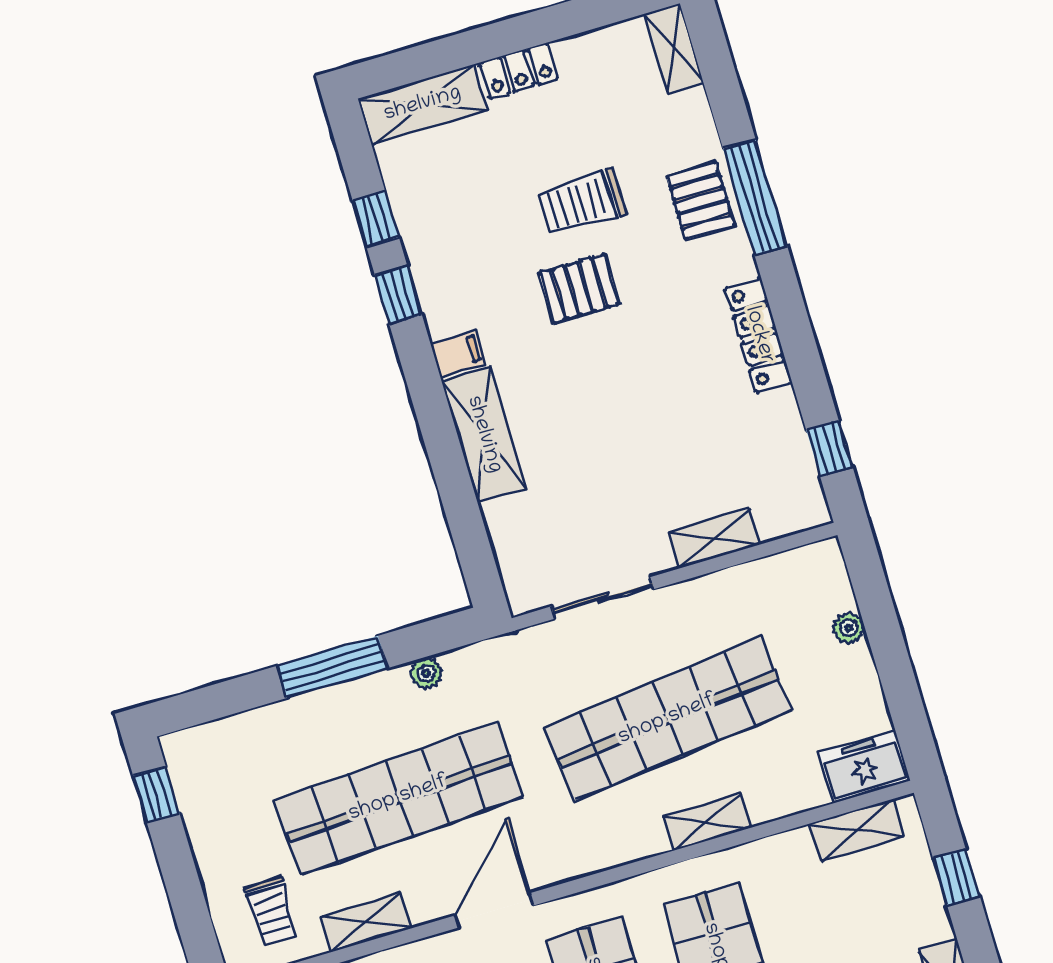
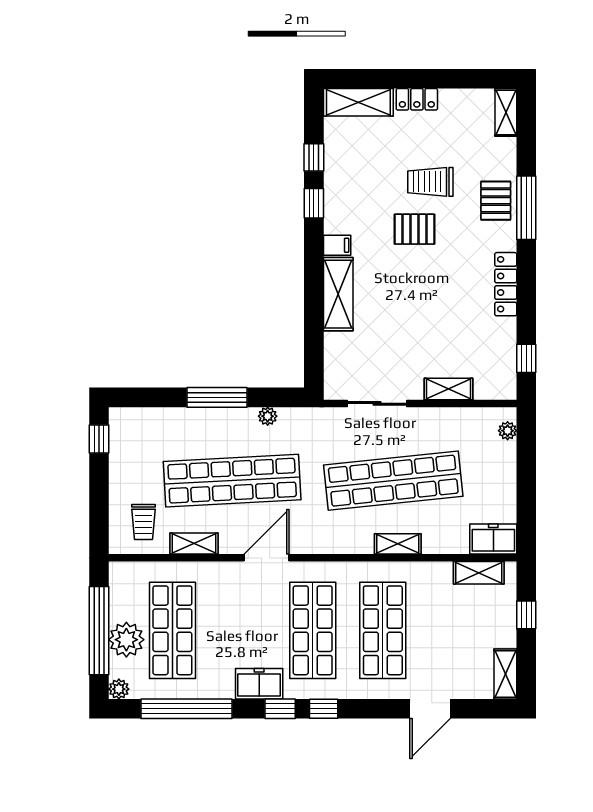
plant: (849, 628) -> (508, 431), moved

